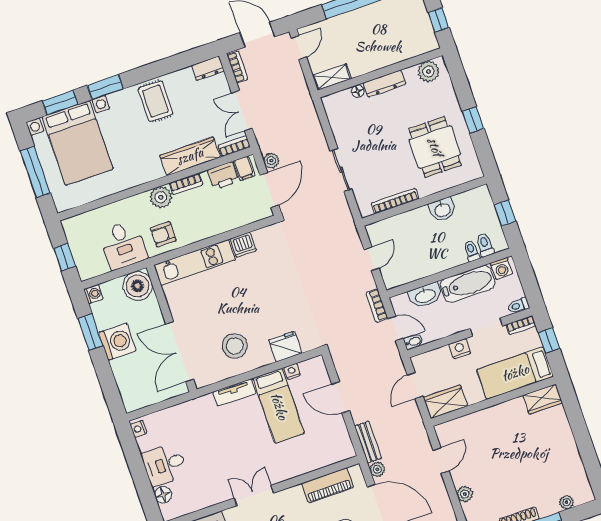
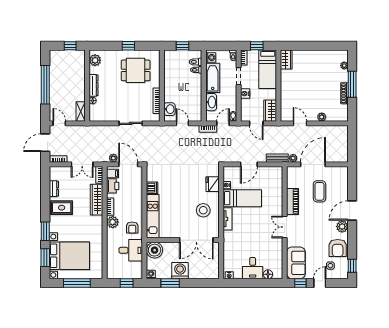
dresser: (208, 68) -> (54, 189), moved
washbasin: (442, 210) -> (169, 109), moved
piano: (328, 485) -> (293, 201), moved

